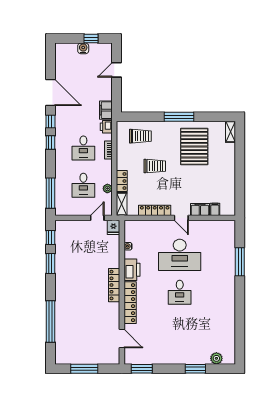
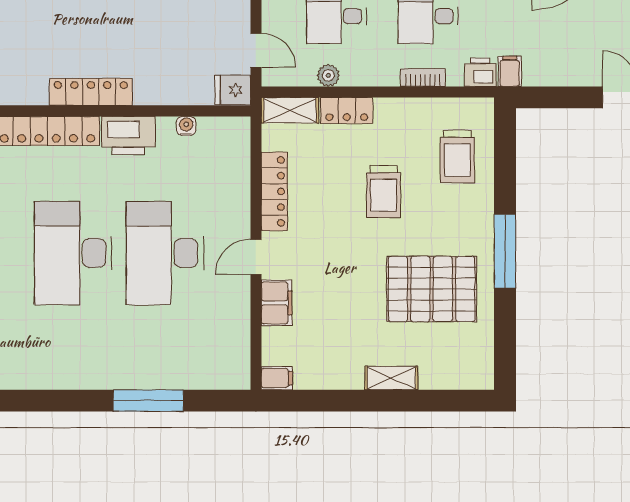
filing cabinet: (106, 110) -> (510, 71), width x0.50
shelving: (230, 132) -> (391, 378), moved
filing cabinet: (215, 209) -> (277, 378), moved
desk: (180, 292) -> (73, 253), width x1.87, depth x1.30

